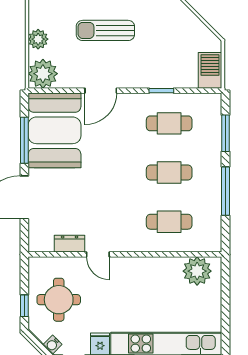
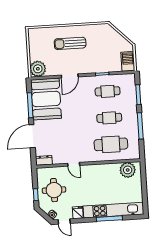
plant: (38, 39) -> (34, 50), removed
cafe table: (169, 222) -> (111, 144), width x1.37, depth x1.35
dresser: (70, 244) -> (44, 160), moved

